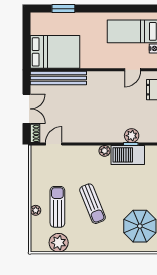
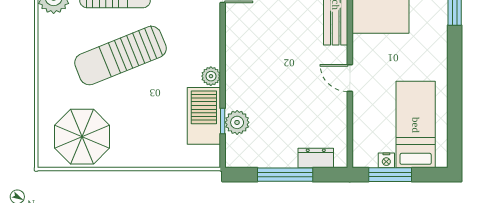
door: (133, 70) -> (350, 78), moved
sun lounger: (93, 204) -> (120, 56), width x1.36, depth x1.34

